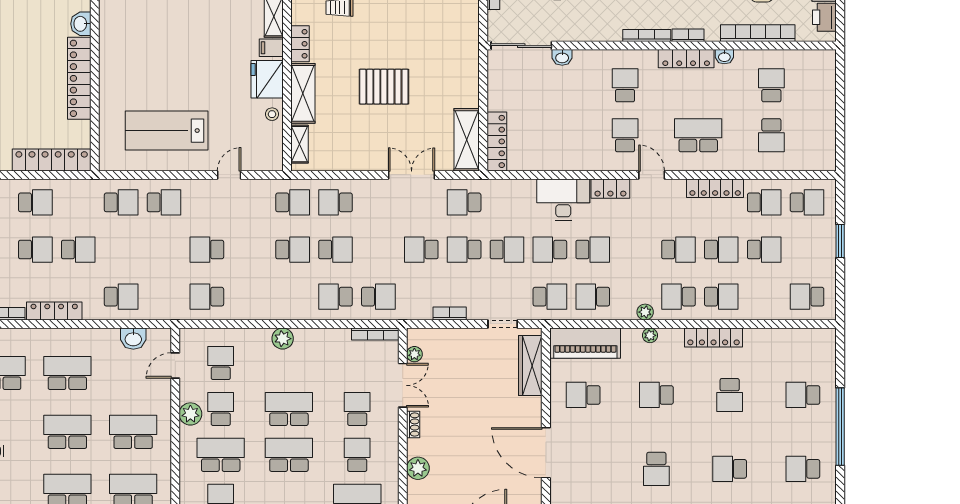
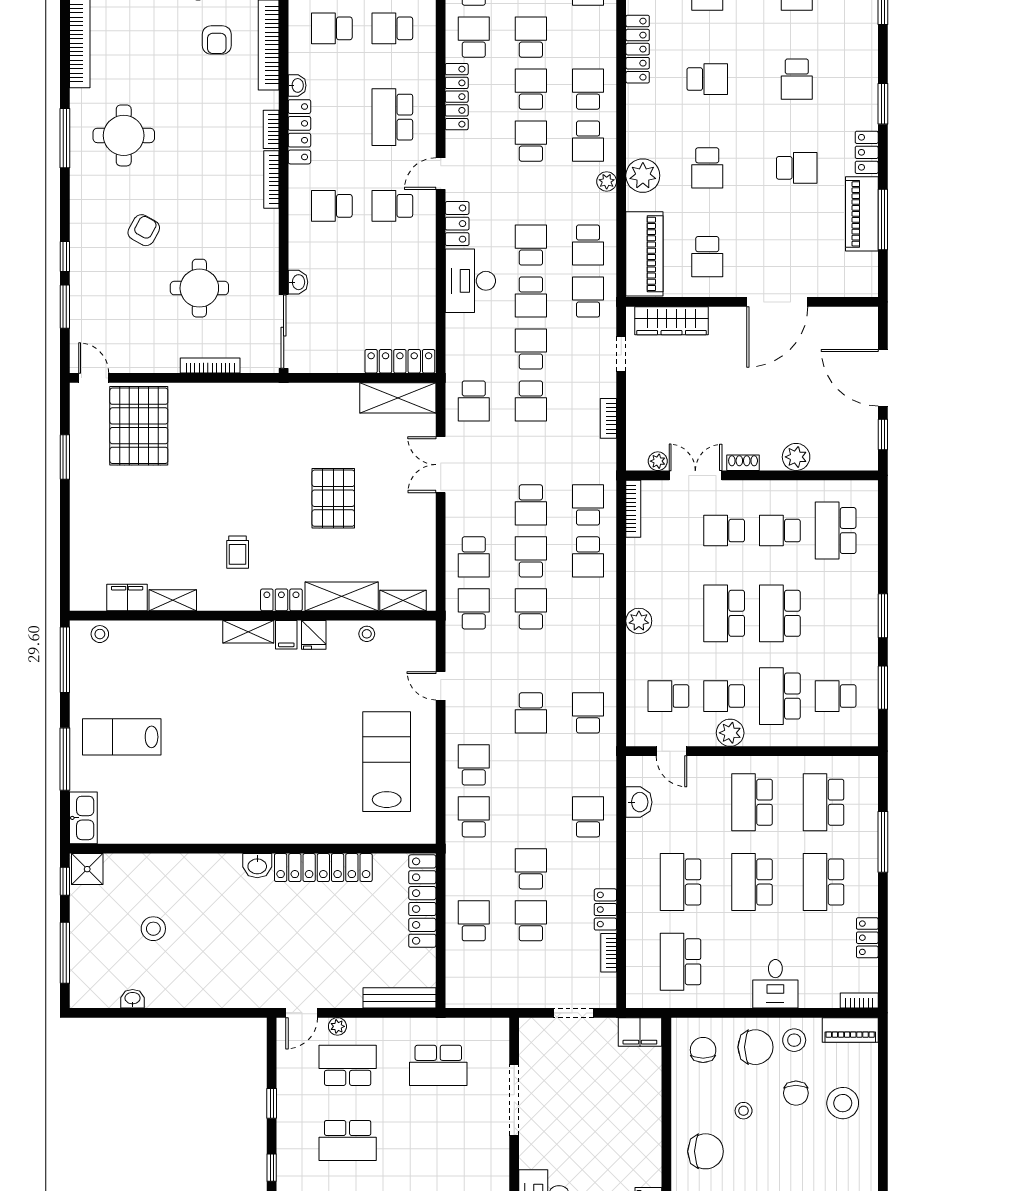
fridge: (267, 79) -> (314, 635), width x0.53, depth x0.75
lab bench: (167, 131) -> (387, 762), turned 180
school desk: (771, 135) -> (392, 28), turned 180
school desk: (421, 250) -> (531, 505), moved
school desk: (207, 297) -> (588, 713), turned 180
locker: (54, 311) -> (605, 909), width x0.66
plant: (650, 335) -> (643, 176), width x1.88, depth x1.88
locker: (714, 338) -> (638, 49), moved

